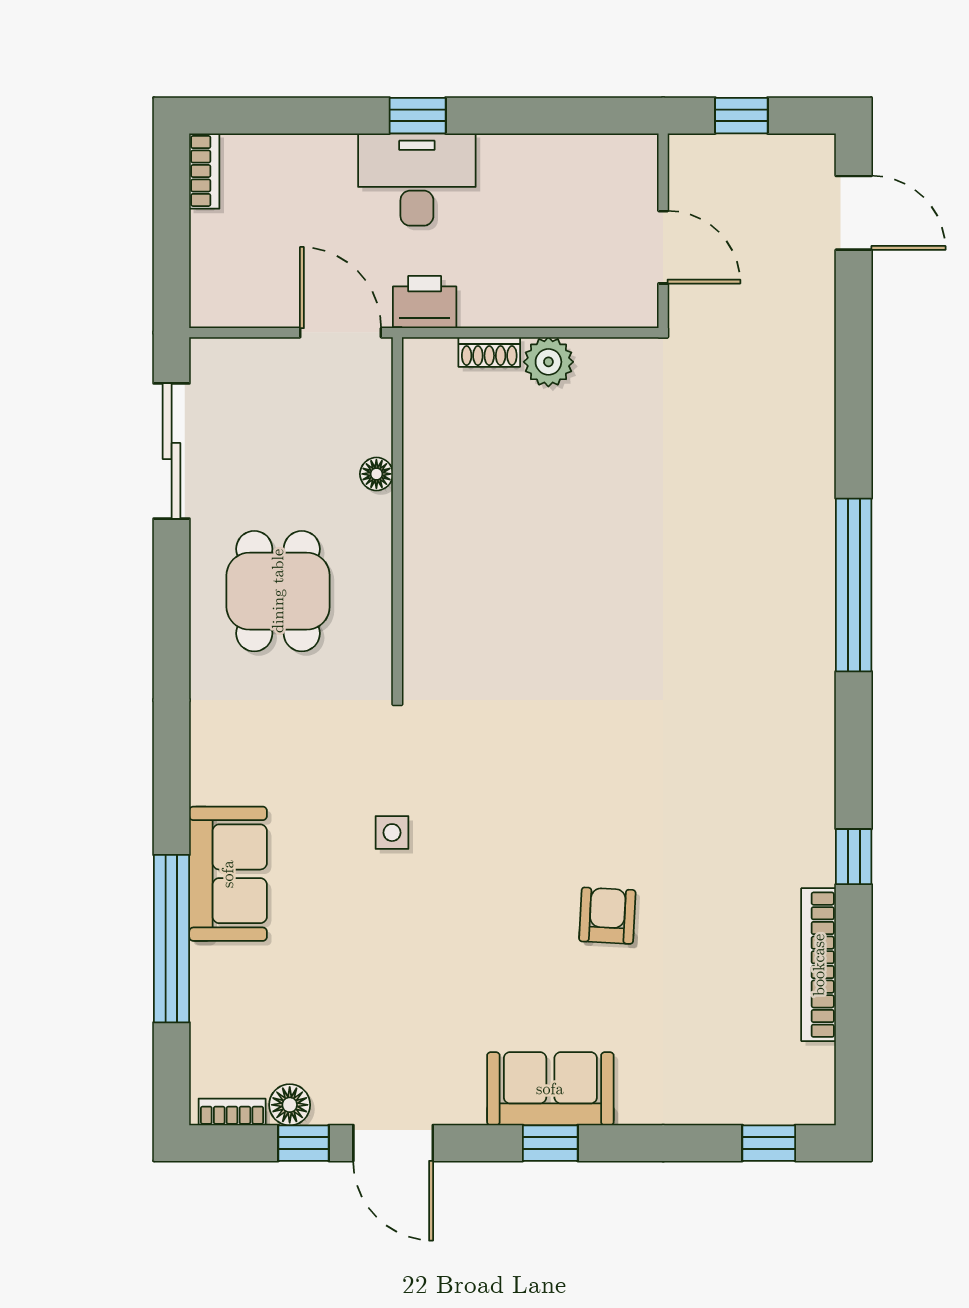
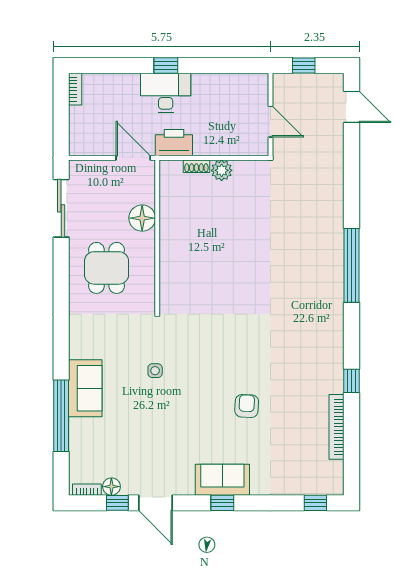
printer: (425, 302) -> (174, 143), width x1.37, depth x1.19
floor lamp: (376, 474) -> (142, 218), width x1.89, depth x1.89

